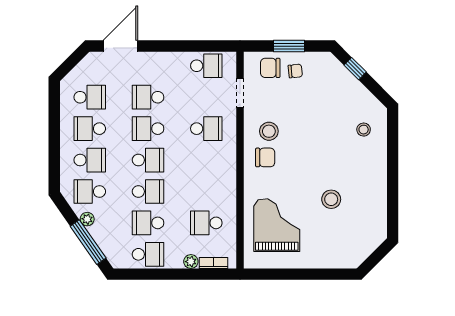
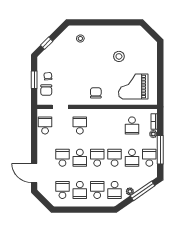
school desk: (148, 97) -> (62, 158), turned 180
stool: (269, 131) -> (81, 91), removed
window: (163, 274) -> (160, 150), added

